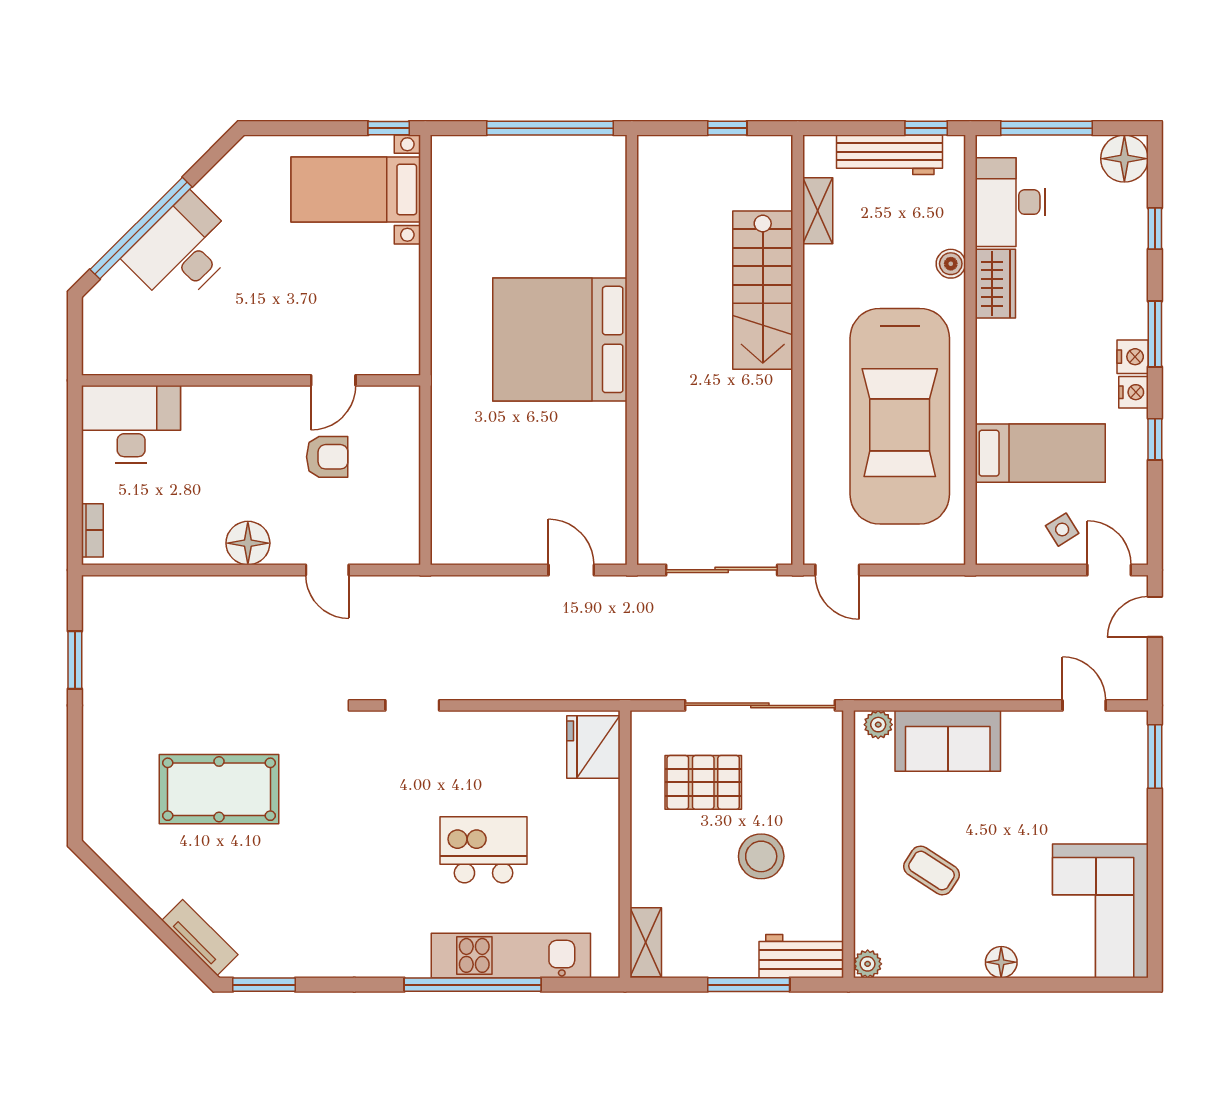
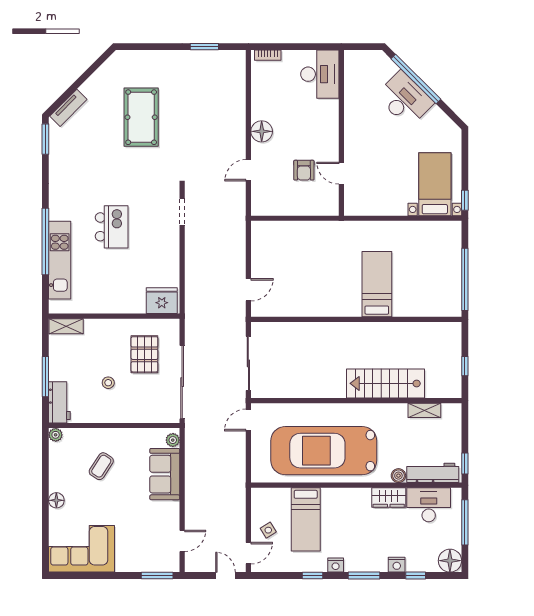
workbench: (890, 155) -> (433, 473), moved, turned 90
bed: (560, 339) -> (377, 284), width x0.49
nightstand: (1133, 357) -> (397, 565), moved
kitchen island: (484, 850) -> (112, 227), moved
stool: (761, 856) -> (108, 383), width x0.53, depth x0.53

